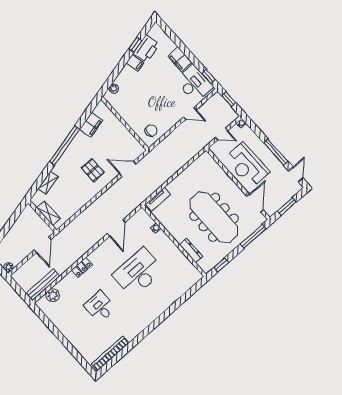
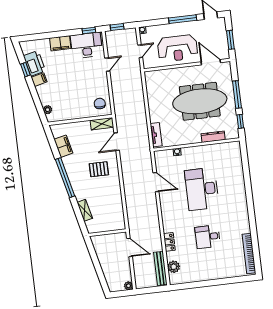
shelving: (49, 213) -> (102, 124), moved
window: (253, 236) -> (237, 95), moved
locker: (82, 267) -> (169, 242), moved

